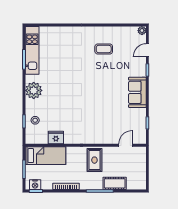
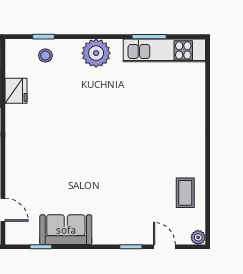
coffee table: (104, 49) -> (185, 193), moved
sofa: (137, 92) -> (66, 230), moved

